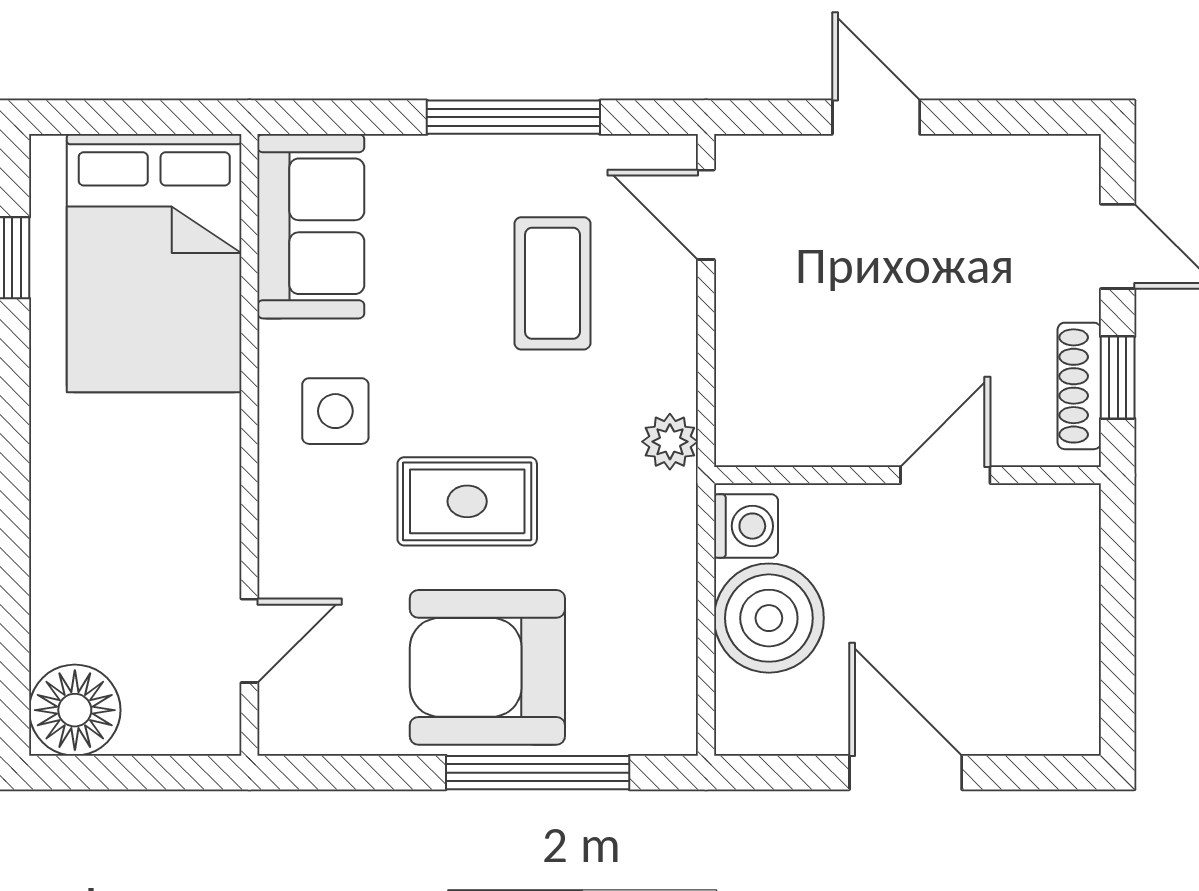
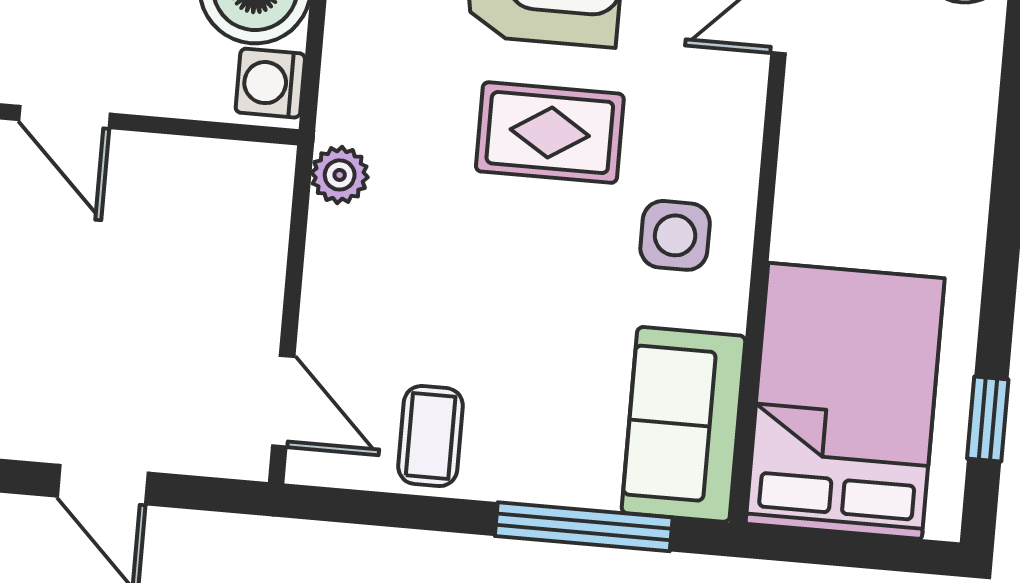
window: (513, 117) -> (584, 527), moved
coffee table: (552, 283) -> (431, 436), moved, width x0.73, depth x0.77
door: (945, 475) -> (64, 117), hinge flipped

